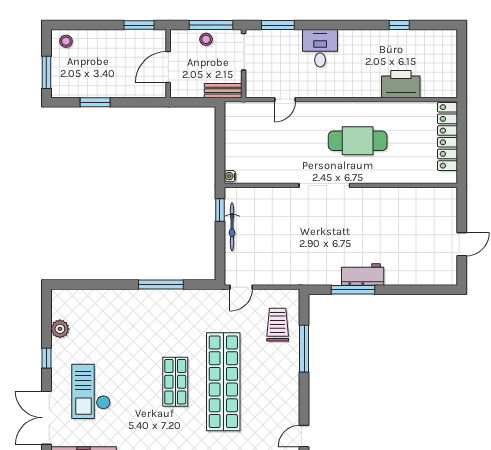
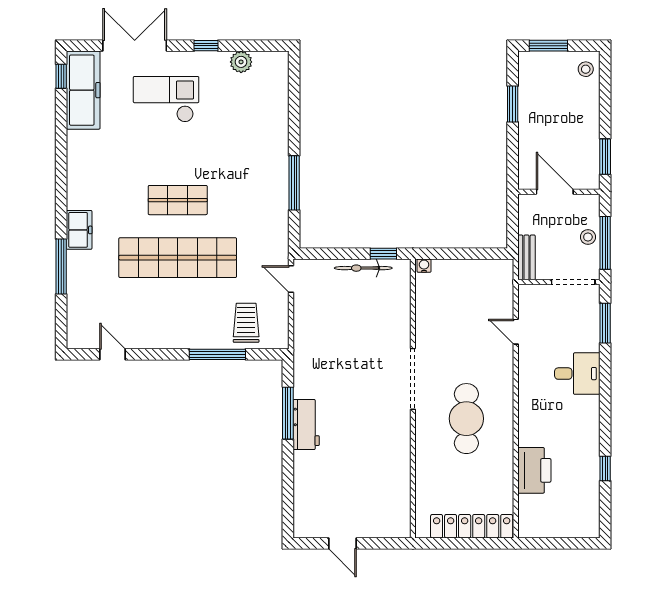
trolley: (278, 325) -> (246, 323), turned -90

